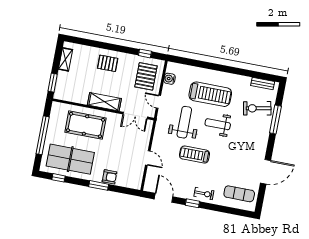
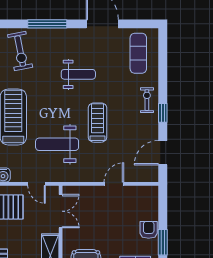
door: (158, 102) -> (37, 184), hinge flipped
window: (275, 119) -> (47, 24), moved
weight bench: (218, 124) -> (78, 74), moved, turned -90
treadmill: (195, 155) -> (97, 123), turned 180

